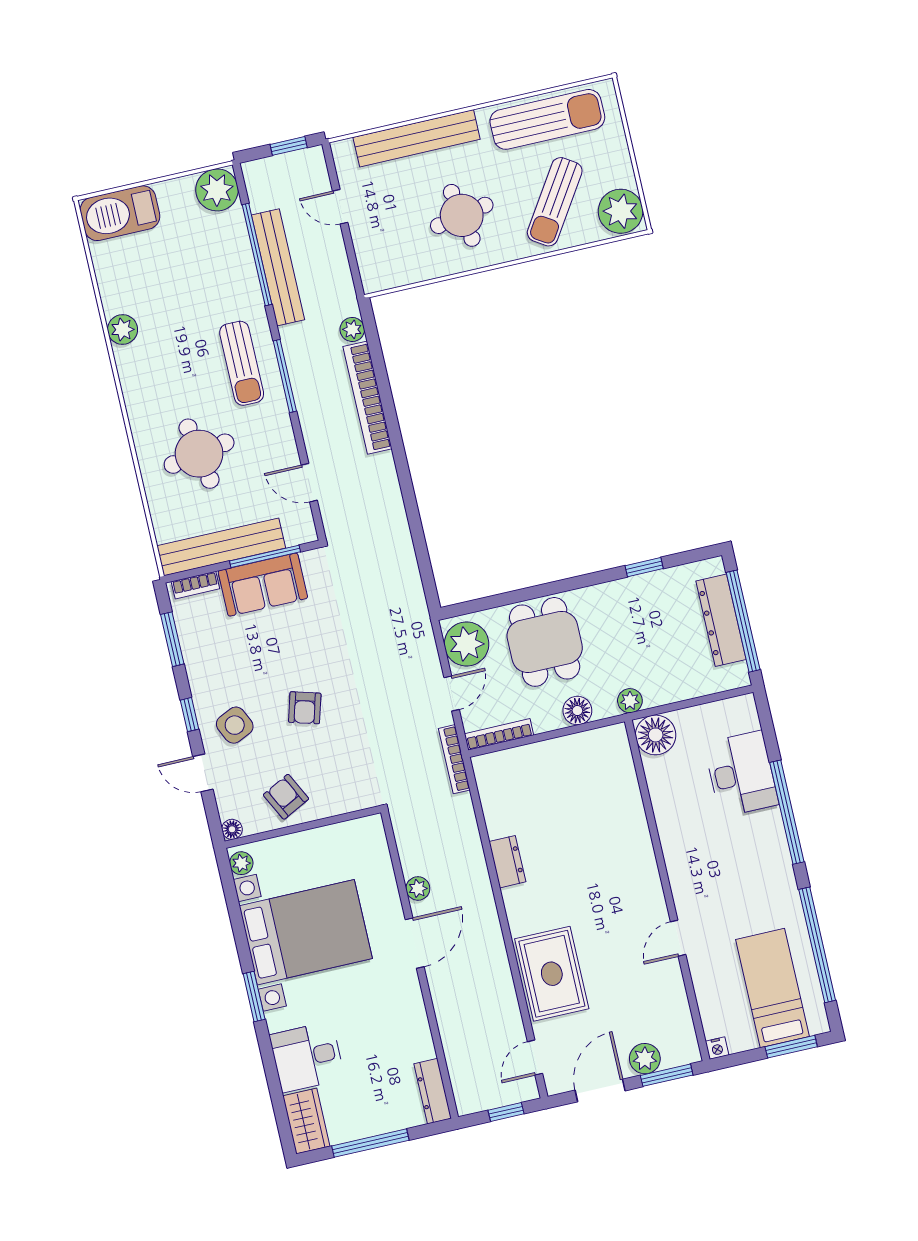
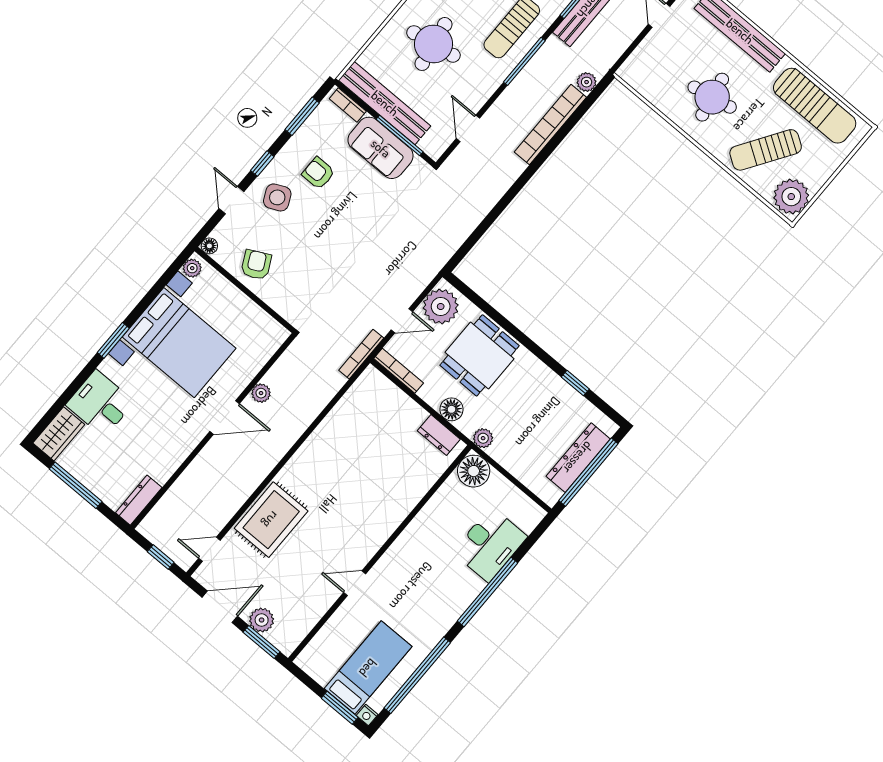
armchair: (305, 708) -> (318, 173), moved, turned 74
dresser: (507, 862) -> (439, 435), moved, turned 90
nightstand: (717, 1048) -> (367, 715), moved

